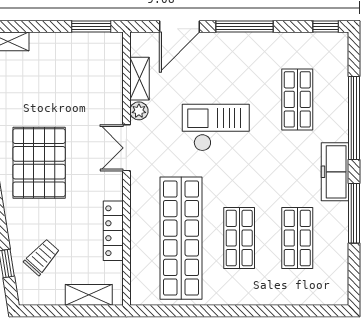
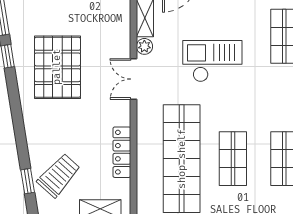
pallet: (39, 163) -> (57, 67), moved
trolley: (42, 257) -> (59, 175), width x1.36, depth x1.39

